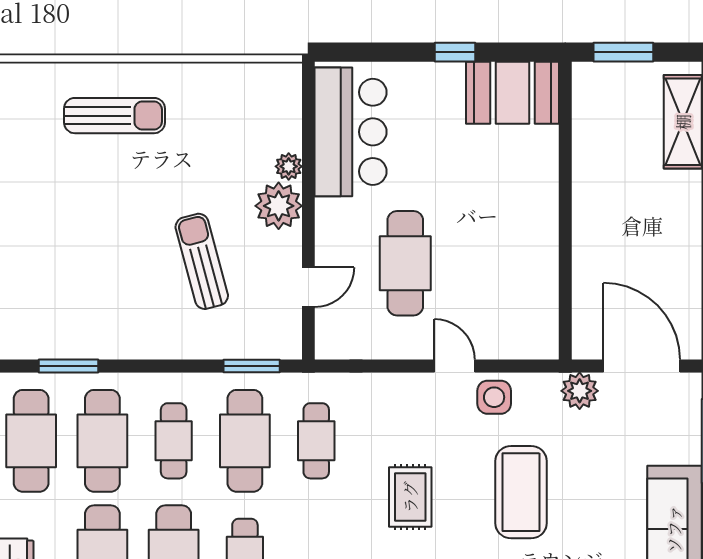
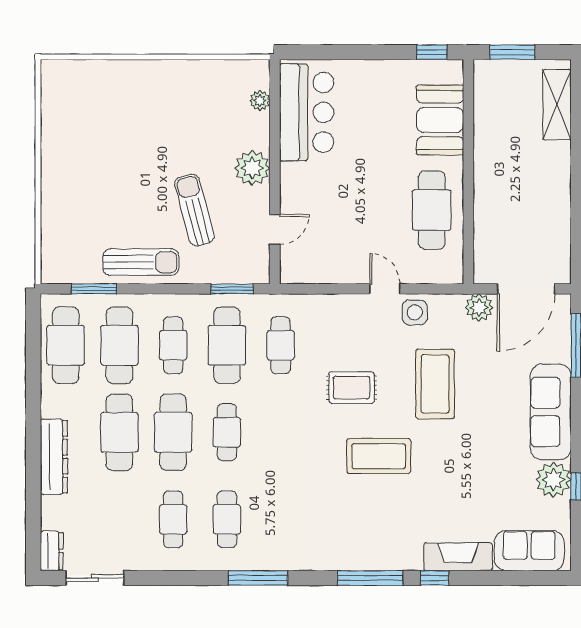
window: (455, 52) -> (432, 52), moved
booth: (512, 93) -> (440, 120), moved, turned 90
sun lounger: (114, 116) -> (141, 262), moved
plant: (289, 166) -> (260, 101), moved
cafe table: (405, 263) -> (432, 210), moved
door: (642, 366) -> (526, 289), swing flipped
rug: (410, 497) -> (352, 388), turned 90

